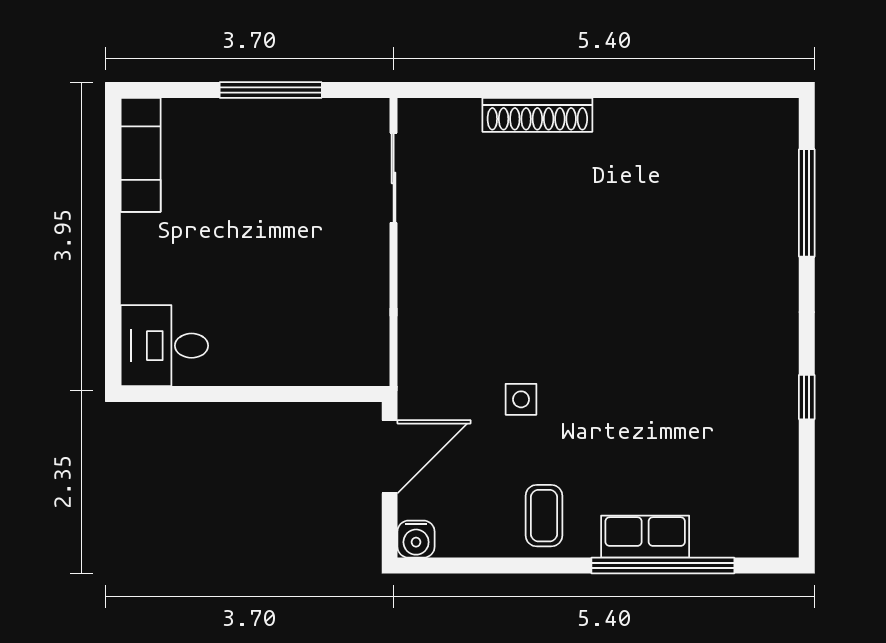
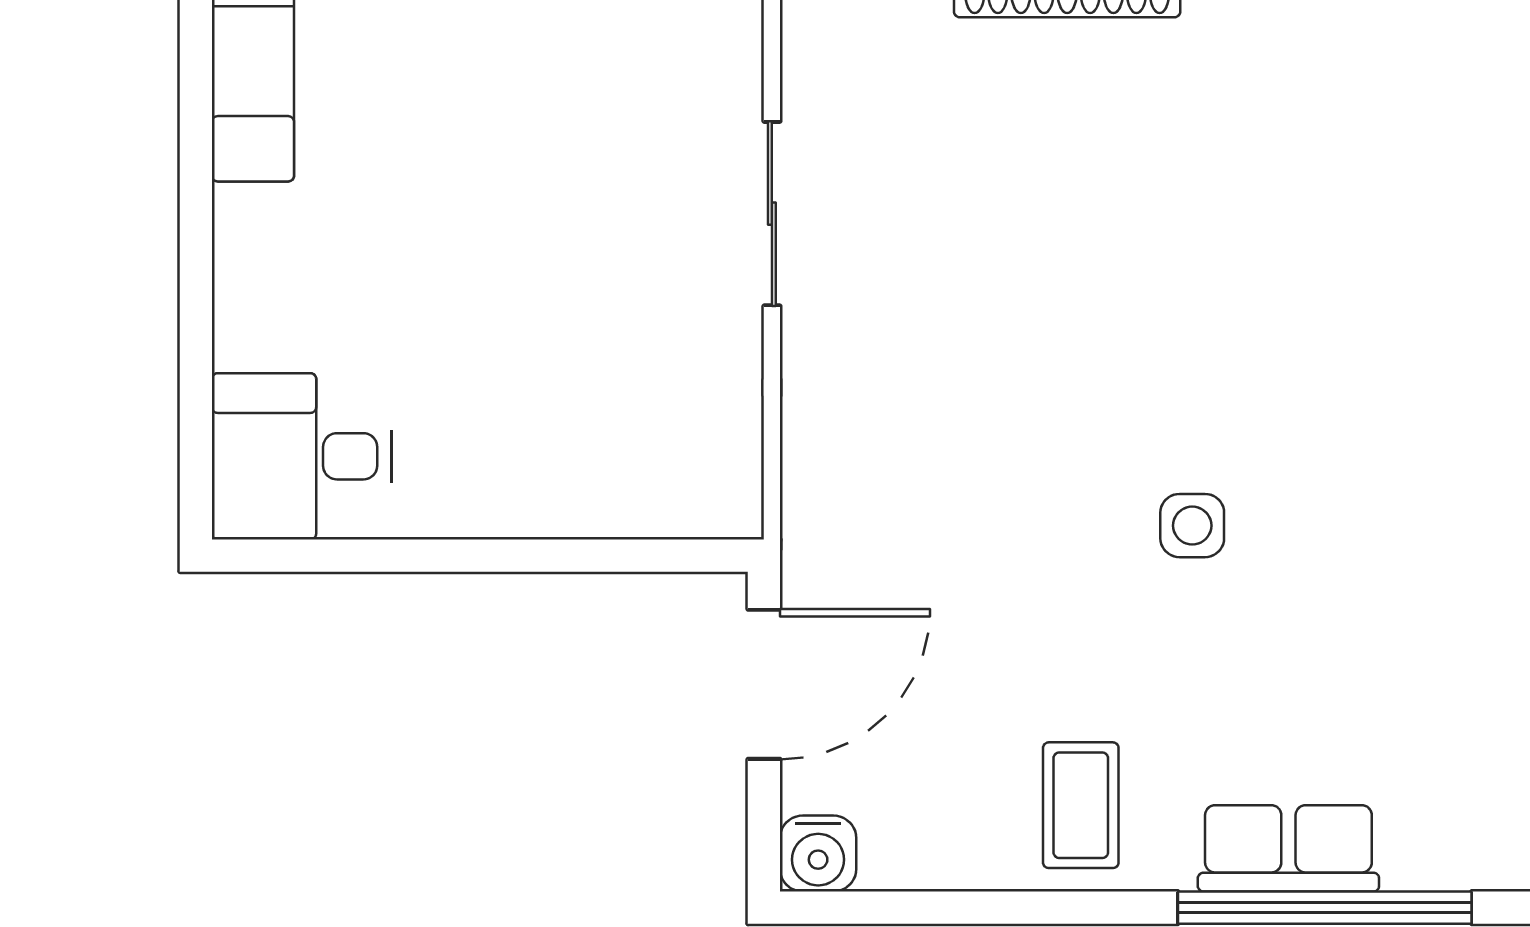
sliding door: (394, 178) -> (772, 214), moved
side table: (521, 399) -> (1192, 526), moved

